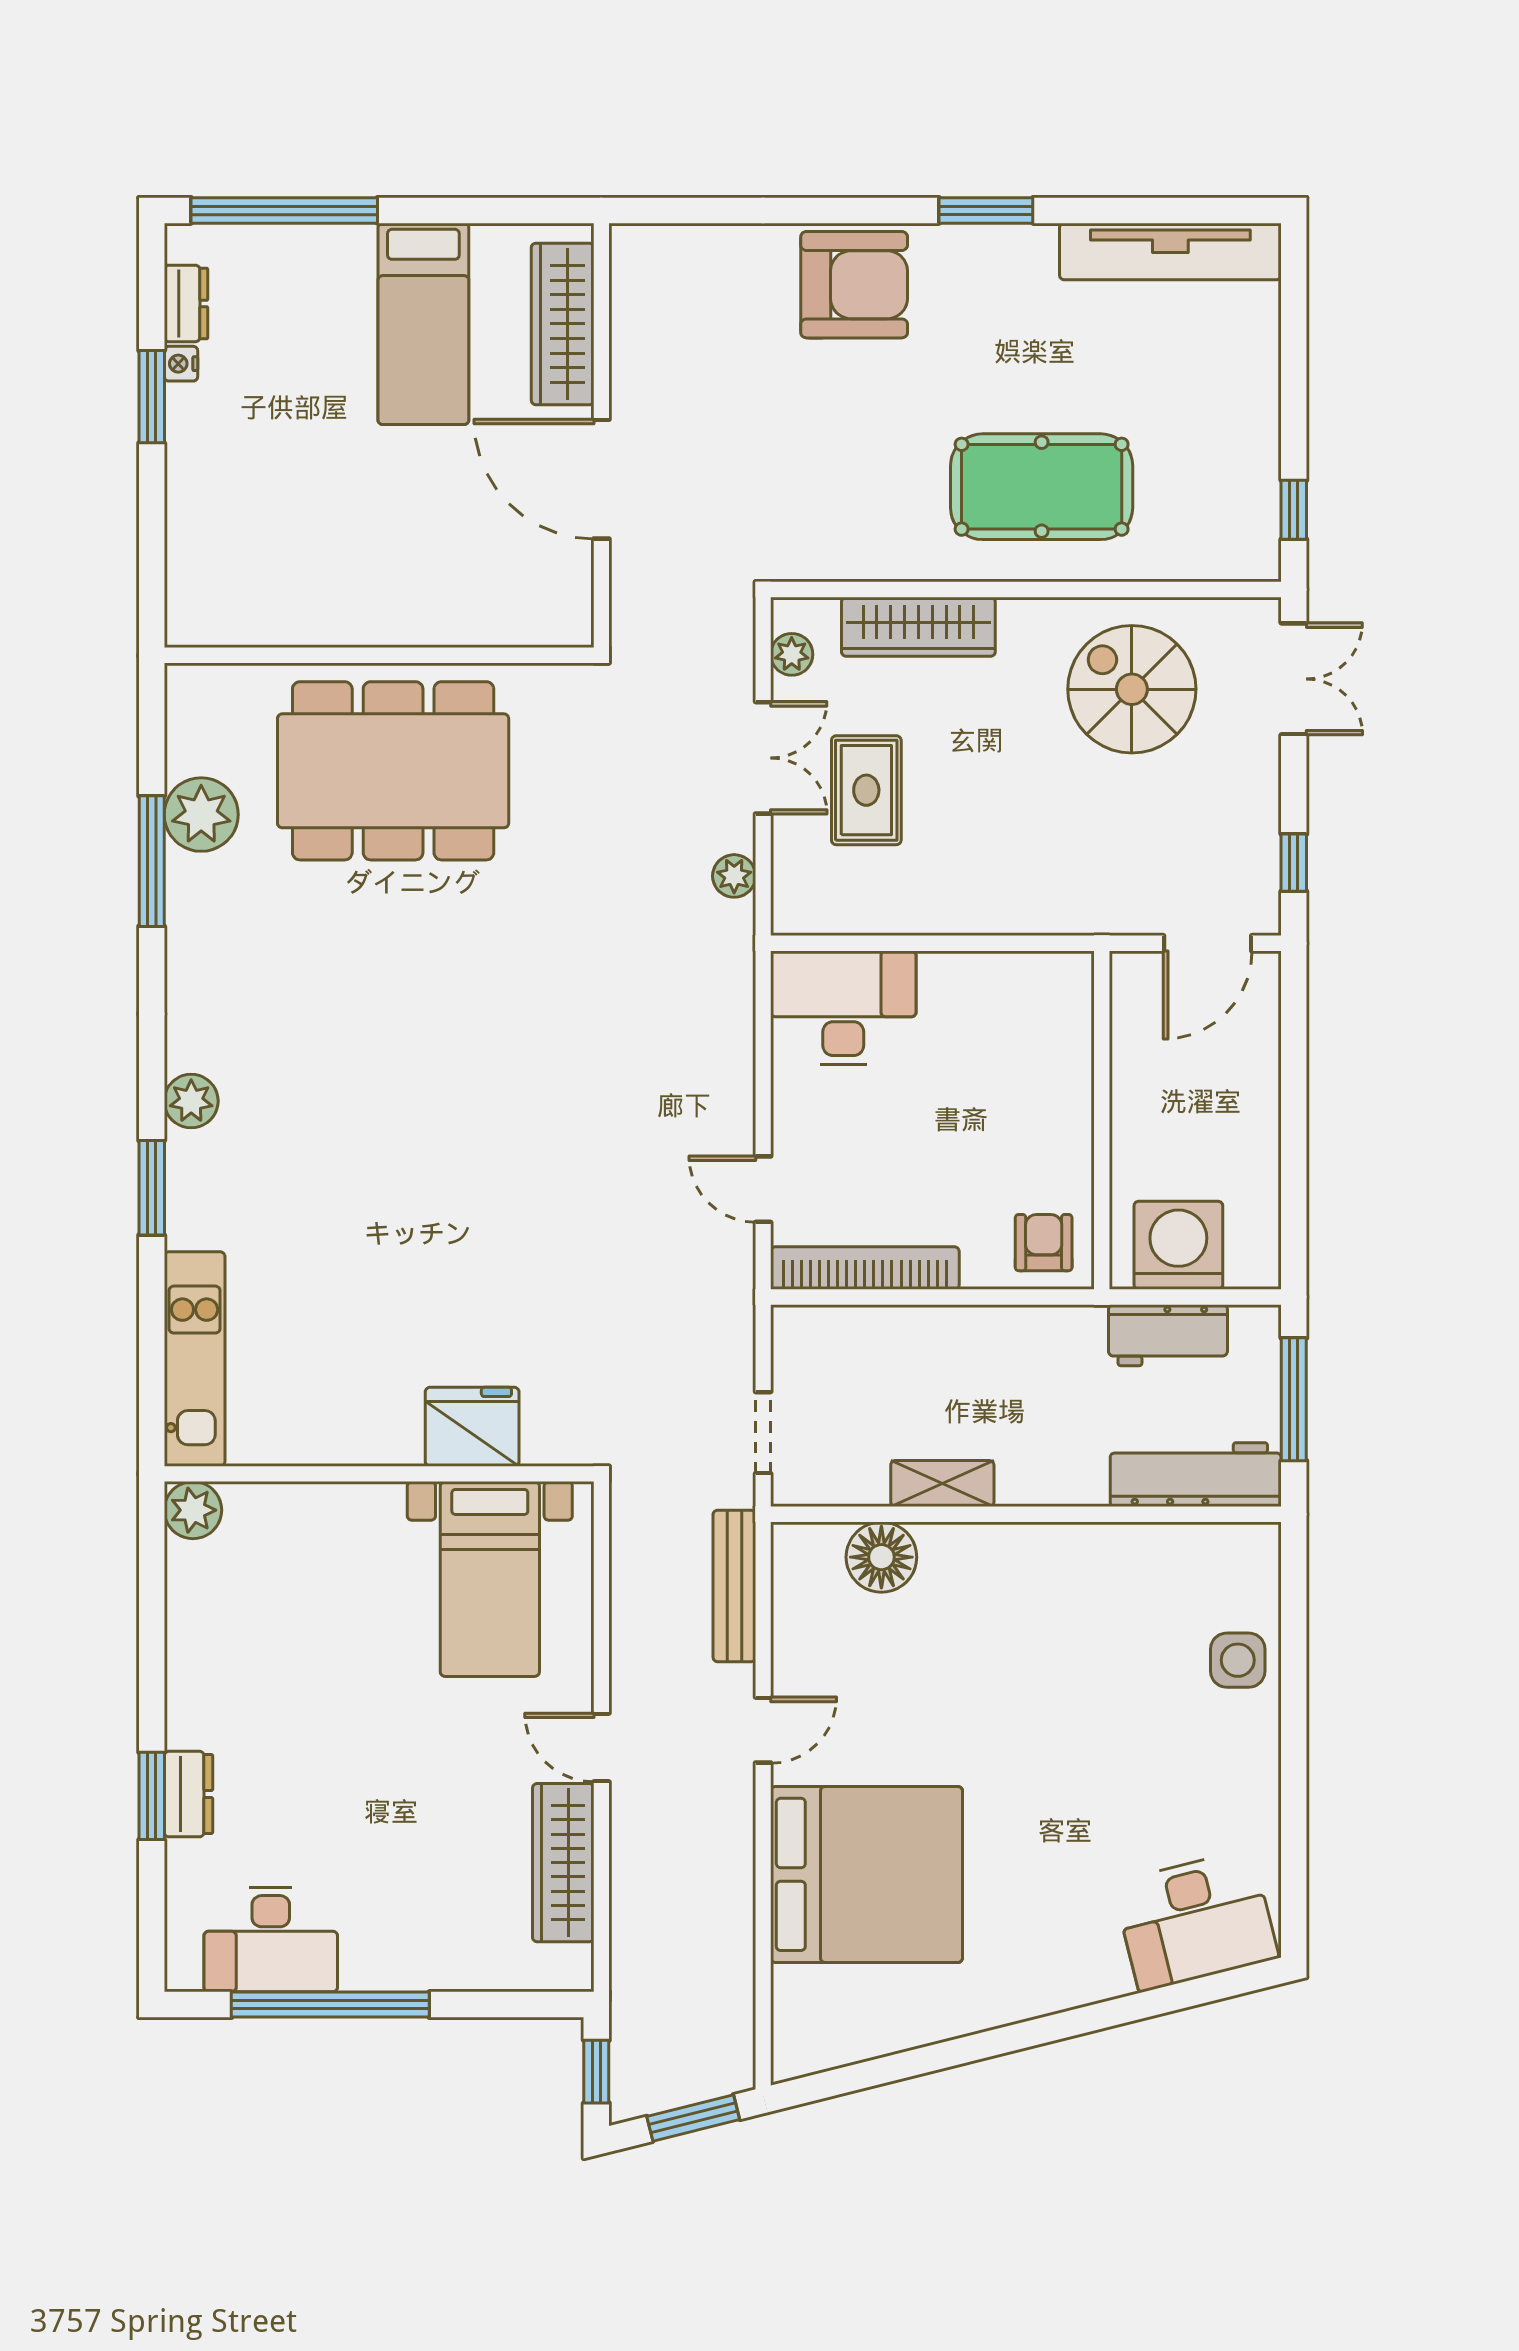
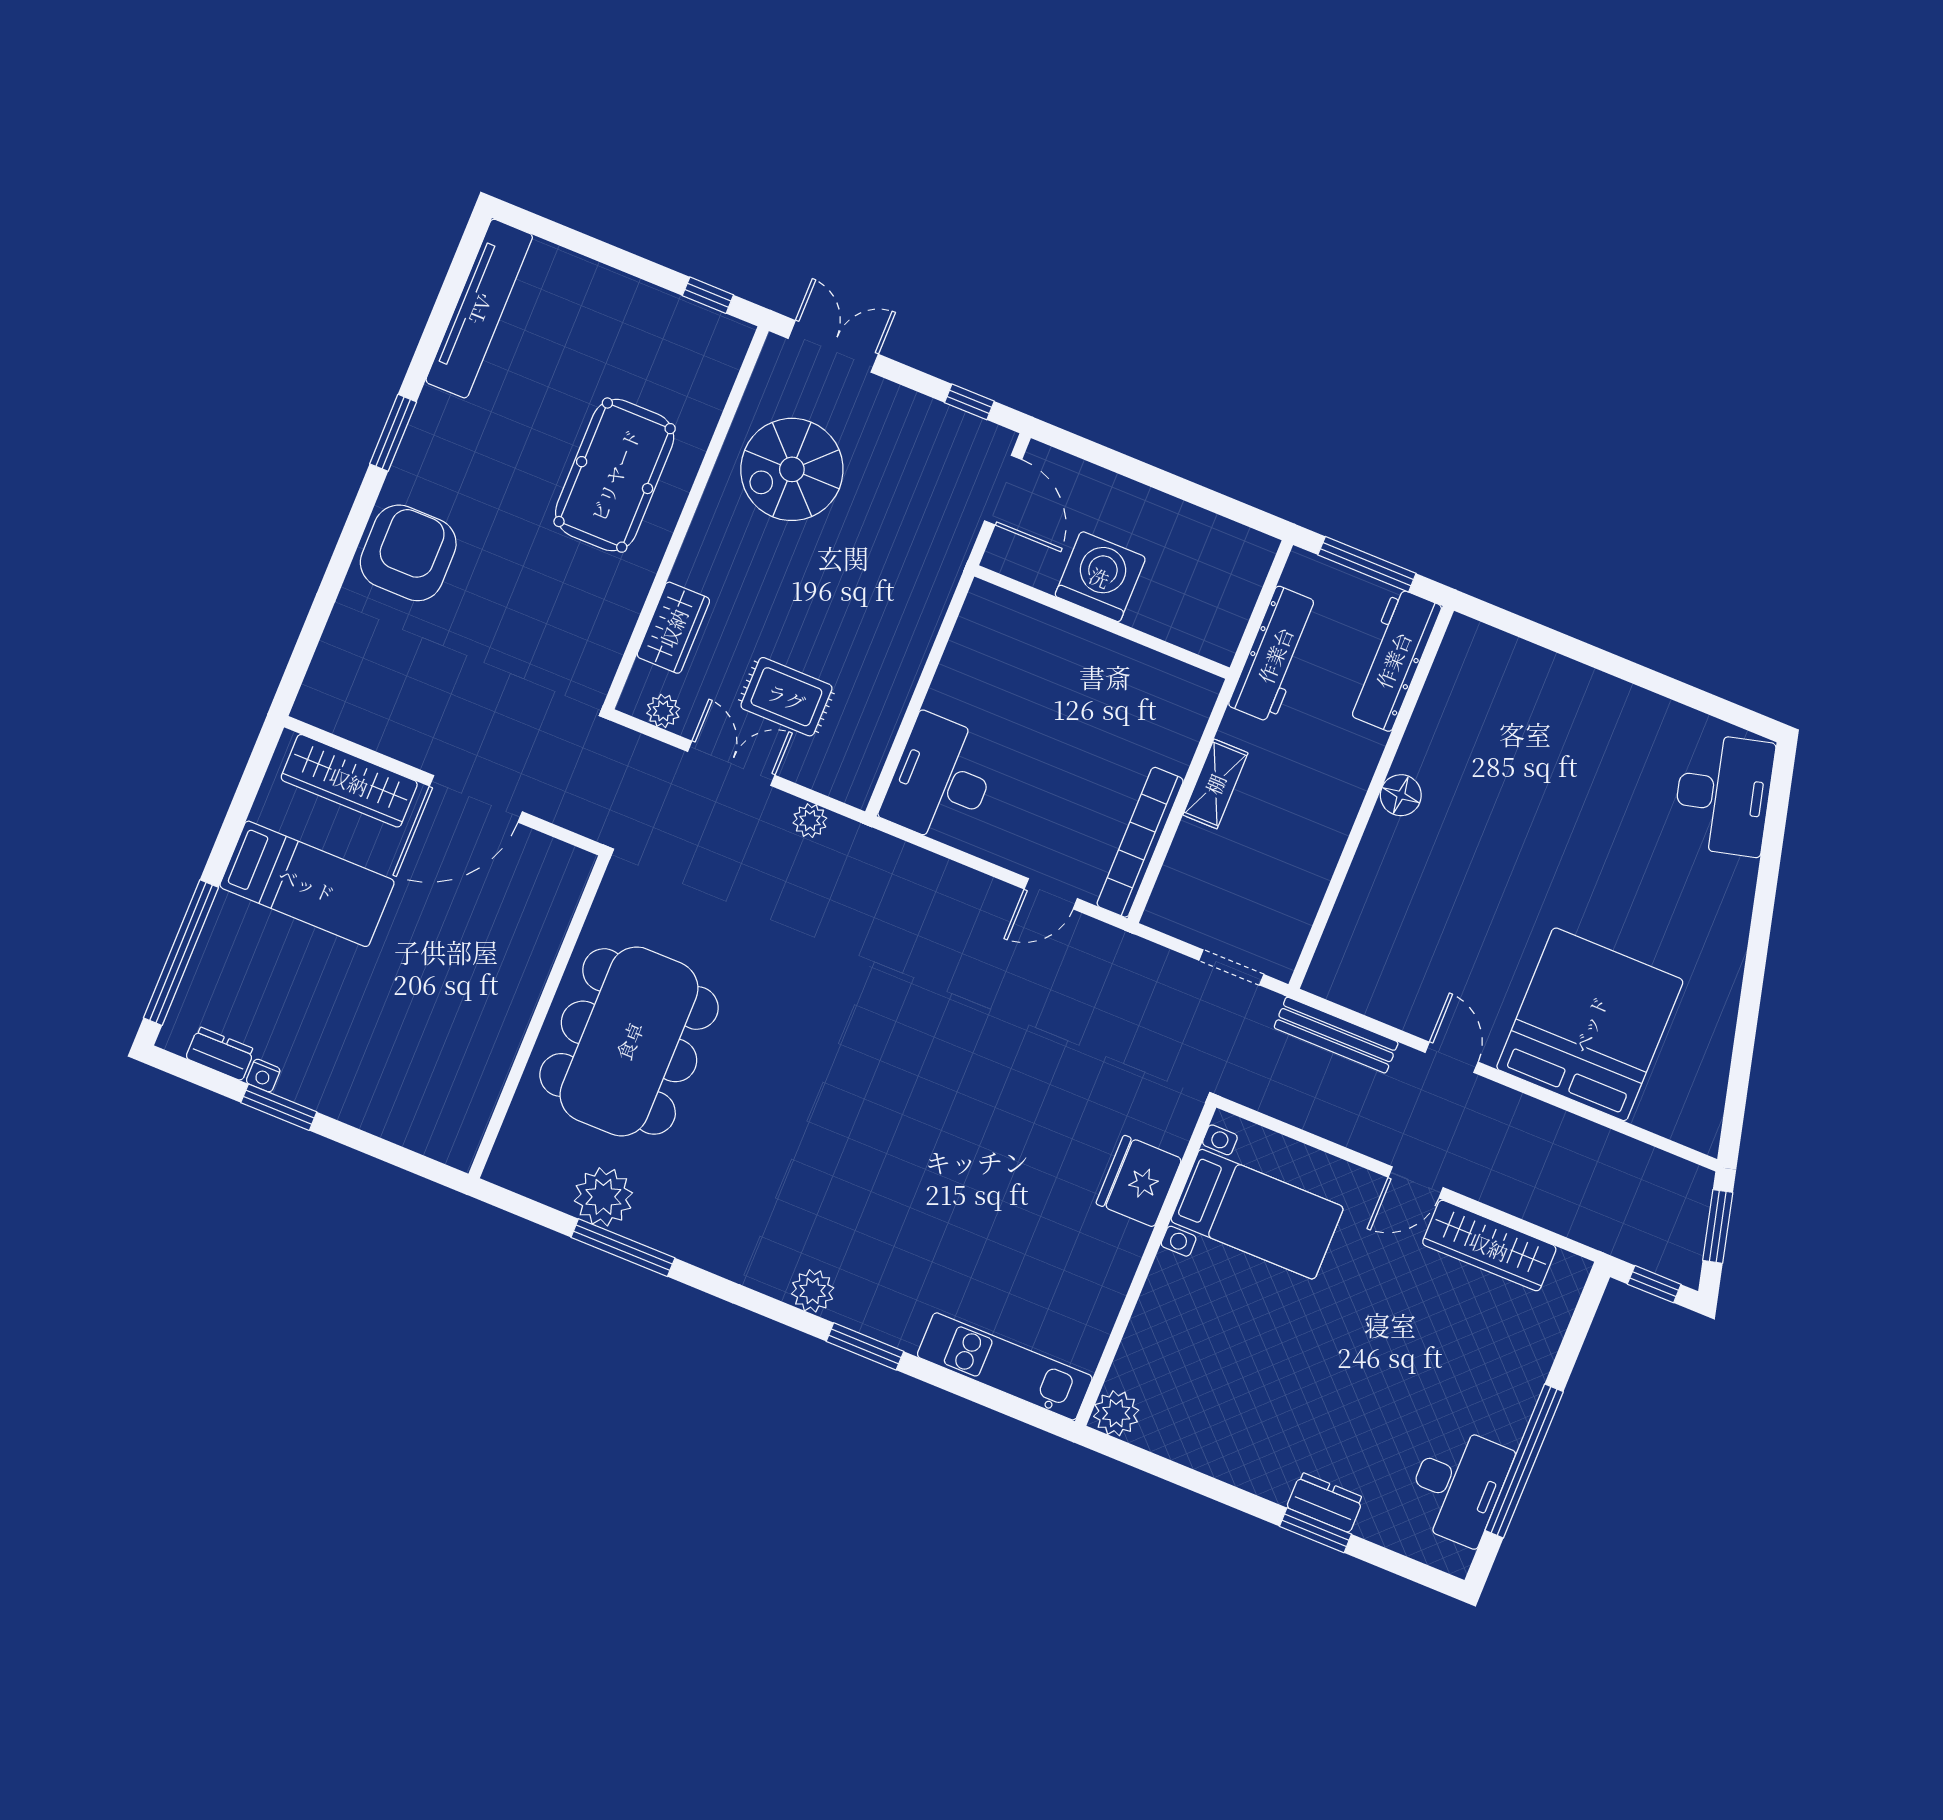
wardrobe: (918, 627) -> (673, 628), width x0.67
armchair: (1044, 1243) -> (1175, 702), removed
washing machine: (1178, 1245) -> (1100, 577), moved, turned 90
workbench: (1168, 1335) -> (1275, 655), width x1.37
shelving: (942, 1484) -> (1215, 784), moved
floor lamp: (881, 1557) -> (1401, 795), moved, width x0.73, depth x0.73
side table: (1238, 1660) -> (1543, 685), removed

